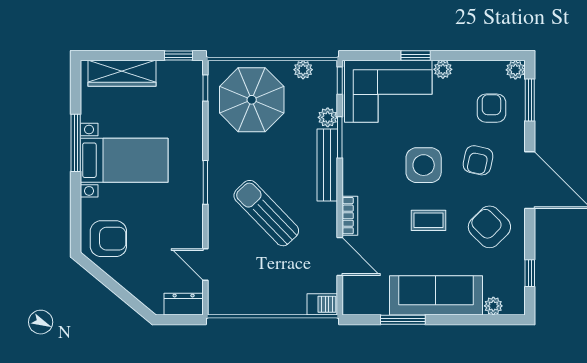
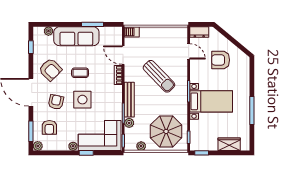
wardrobe: (122, 73) -> (229, 144), width x0.67
bed with nightstands: (124, 160) -> (211, 101), moved, turned 180
armchair: (108, 239) -> (221, 60), moved

